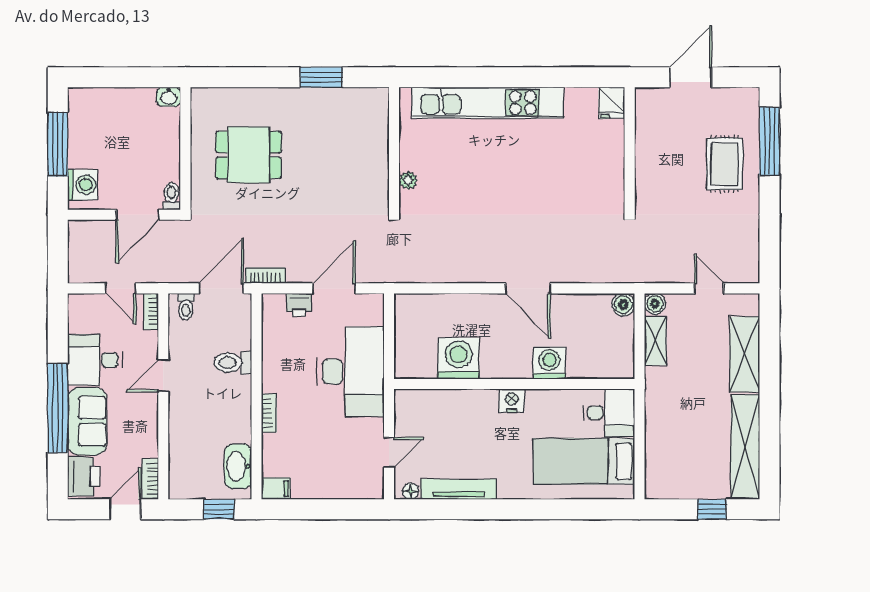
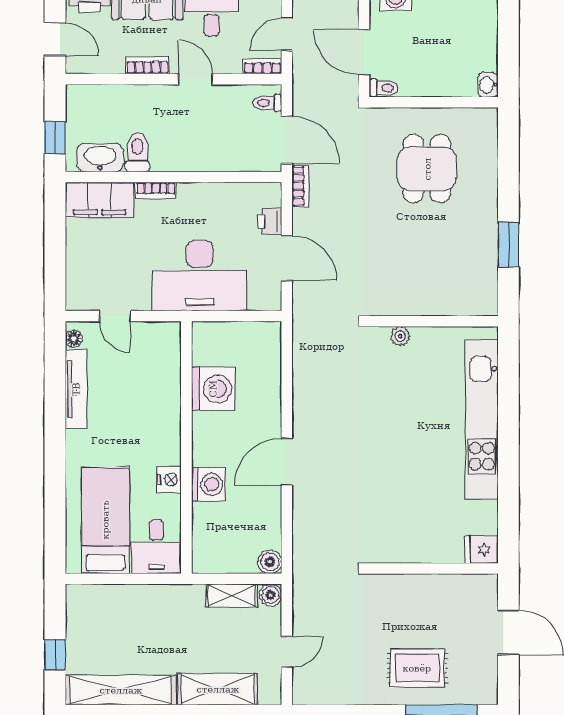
toilet: (233, 363) -> (138, 152), moved
nightstand: (512, 401) -> (169, 480), moved
bookcase: (150, 479) -> (148, 65), moved
filing cabinet: (276, 489) -> (99, 200), width x3.00, depth x1.17

